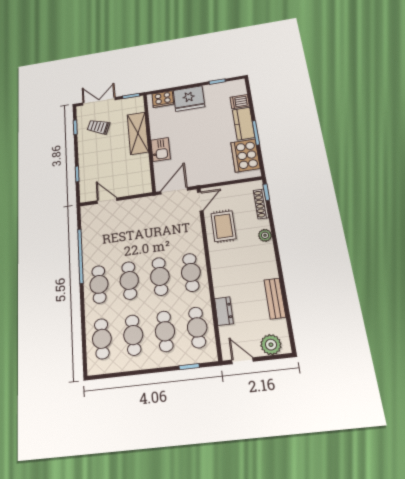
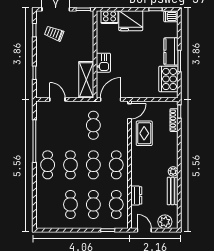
dishwasher: (240, 102) -> (171, 16), moved
shelving: (138, 133) -> (86, 80), moved
plant: (265, 235) -> (173, 171), moved
cafe table: (102, 339) -> (93, 125), moved

